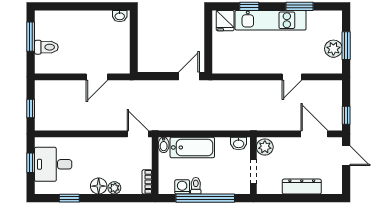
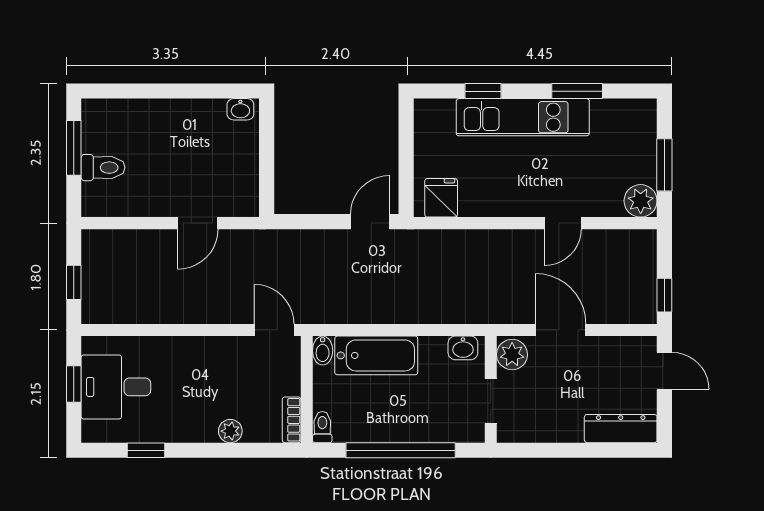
fridge: (225, 21) -> (441, 198), moved, turned 180
plant: (333, 49) -> (641, 201), moved
door: (314, 134) -> (561, 330), moved
floor lamp: (99, 186) -> (201, 428), removed
toilet: (196, 186) -> (322, 427), moved
washing machine: (182, 187) -> (357, 429), removed
dresser: (302, 187) -> (621, 429), moved

